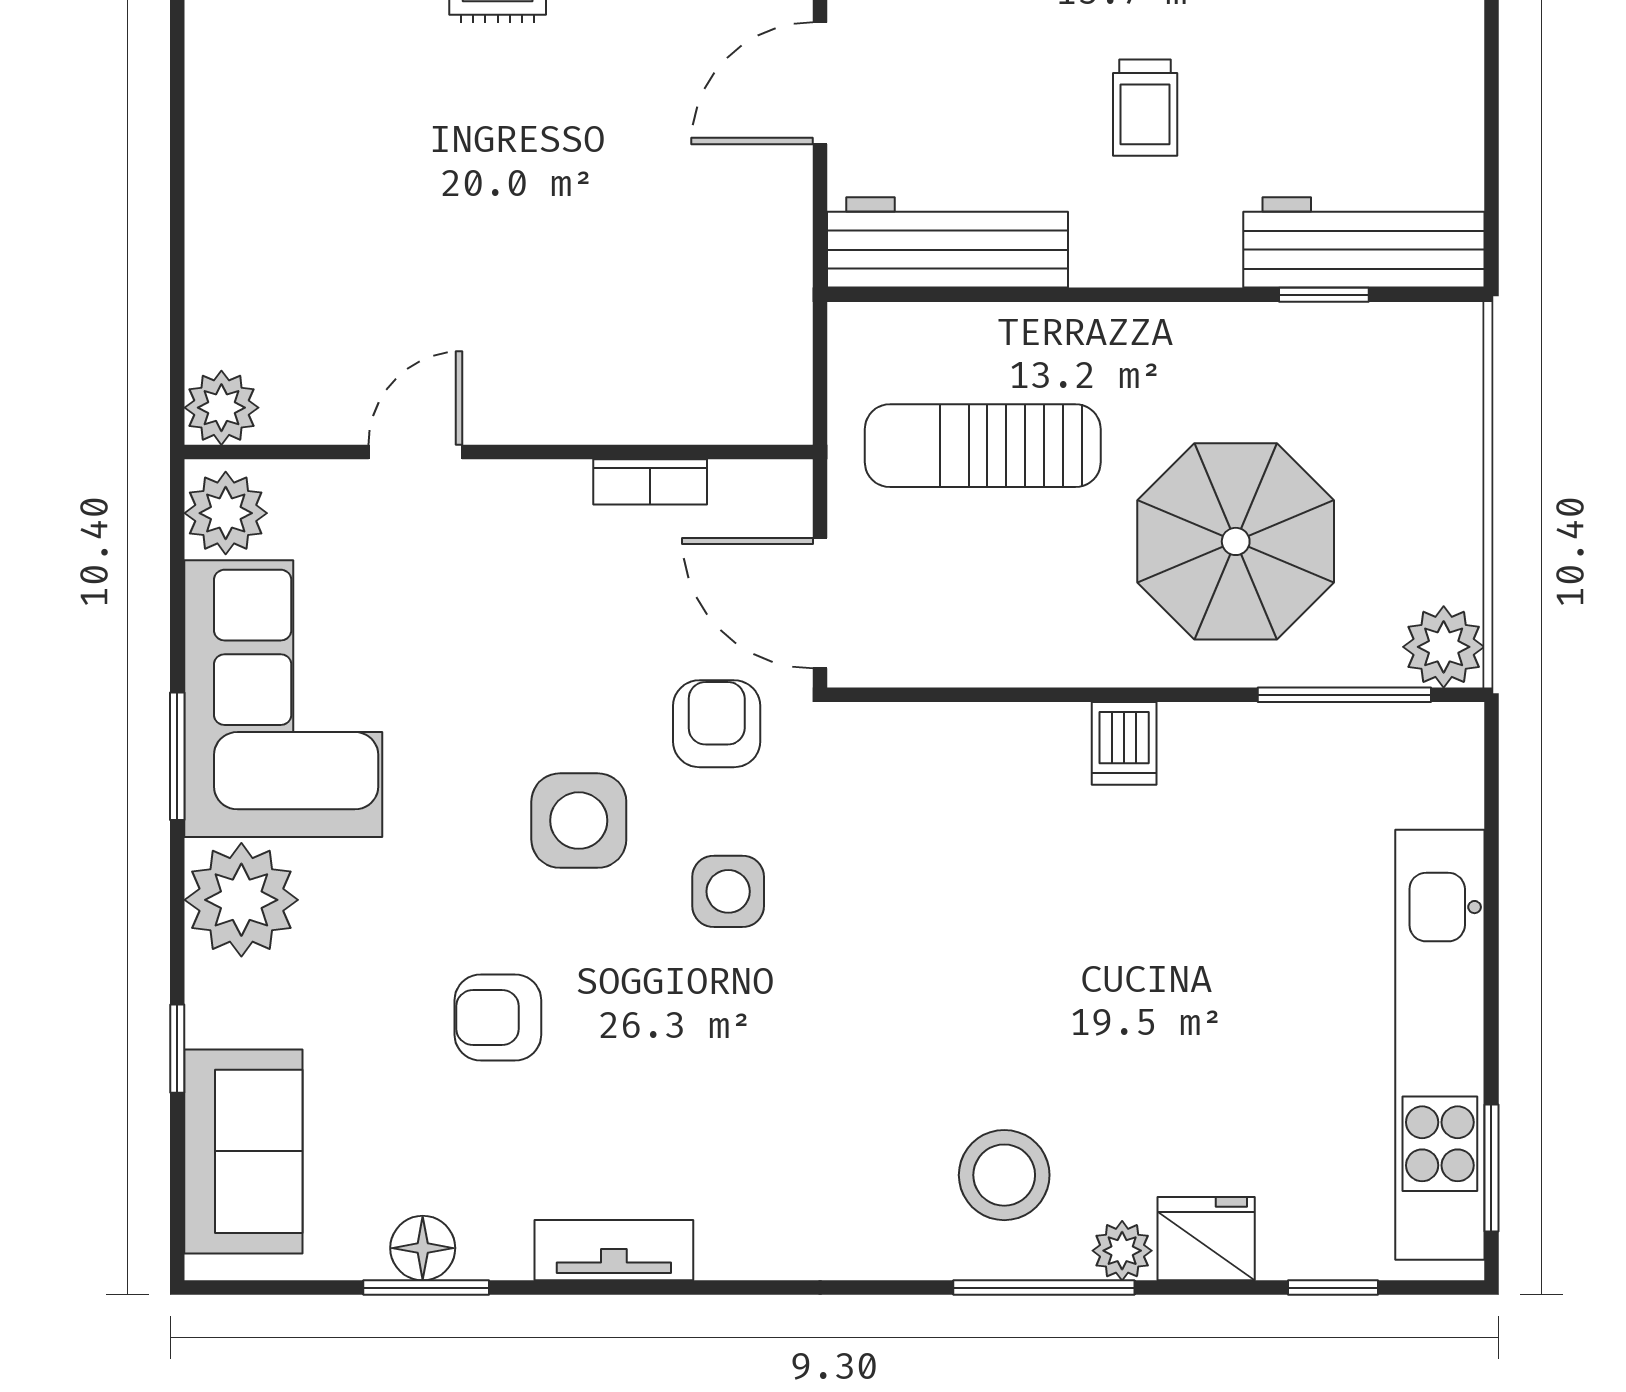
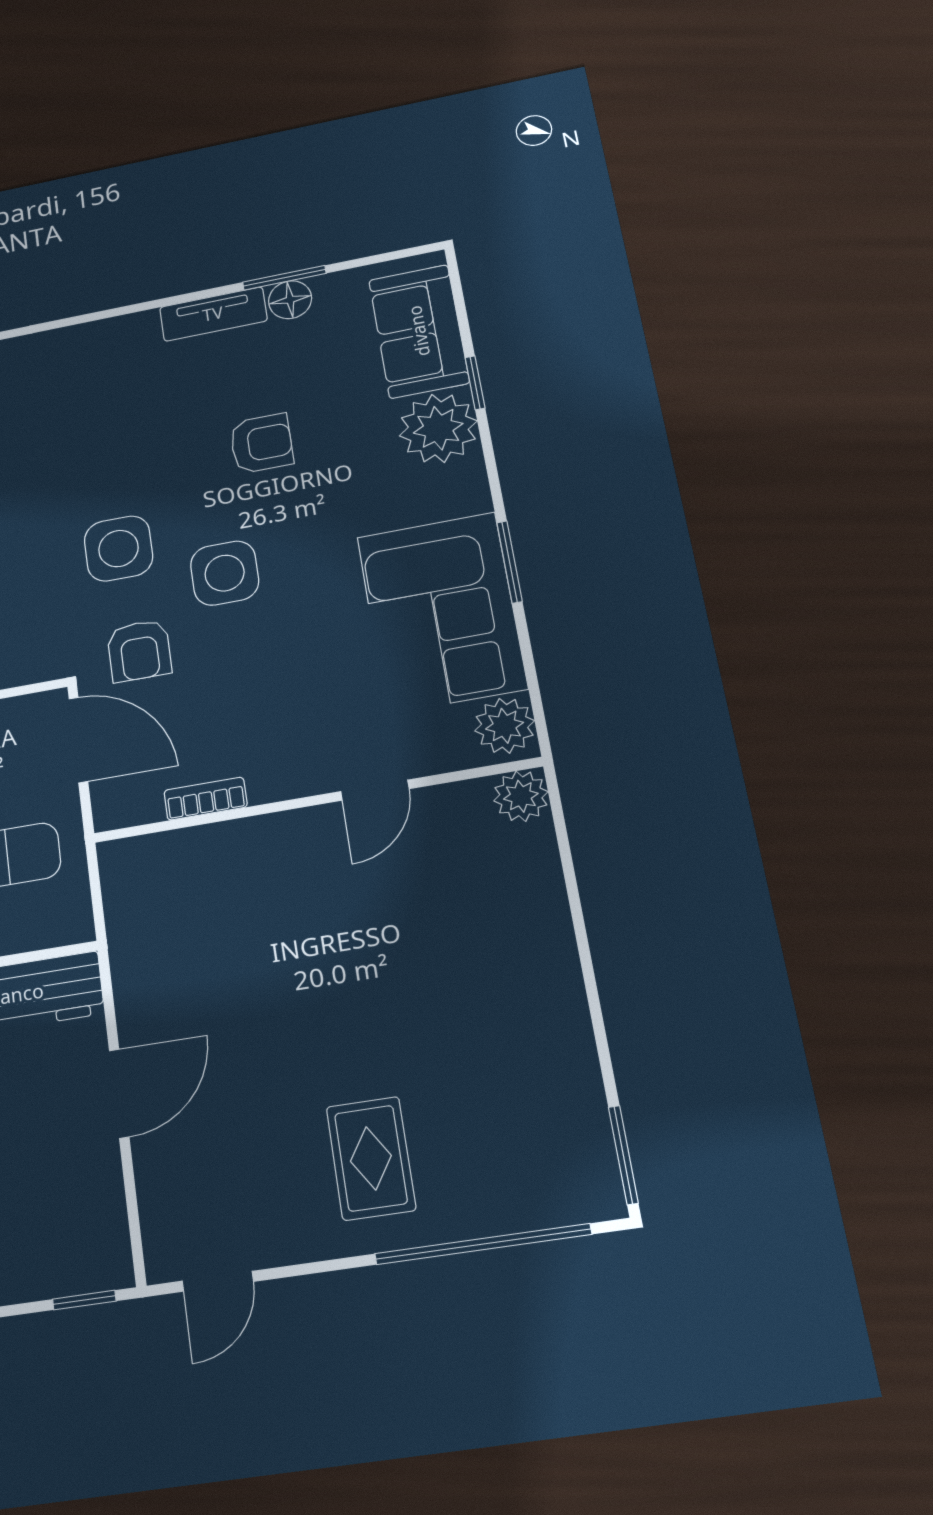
side table: (728, 891) -> (118, 549), width x1.37, depth x1.37
plant: (241, 900) -> (438, 428), moved
tv unit: (614, 1250) -> (213, 314), moved

